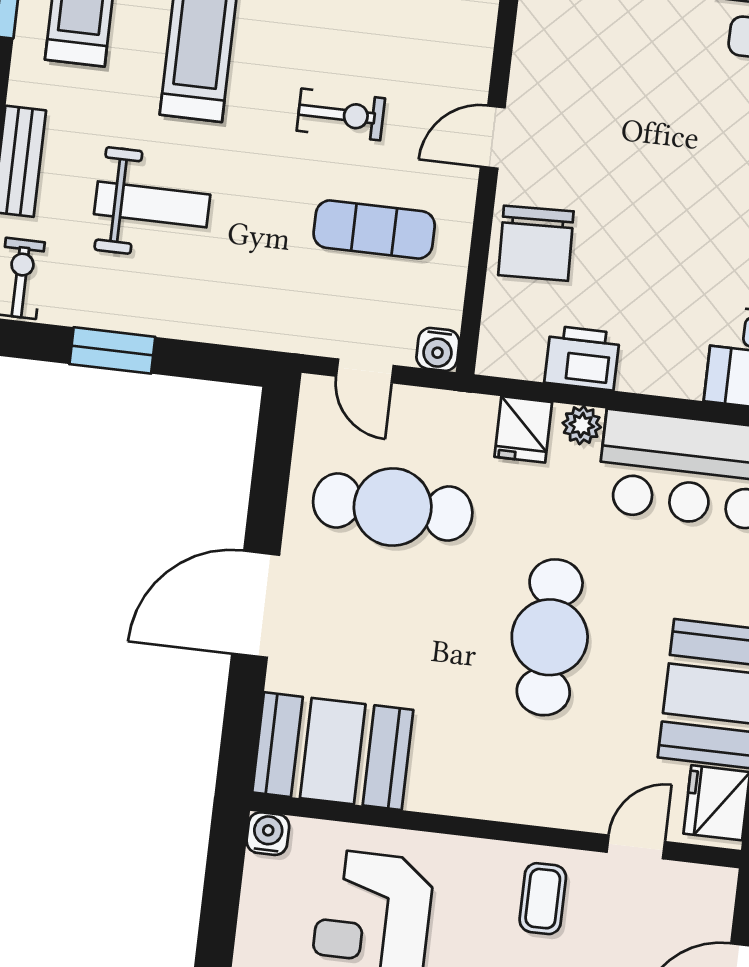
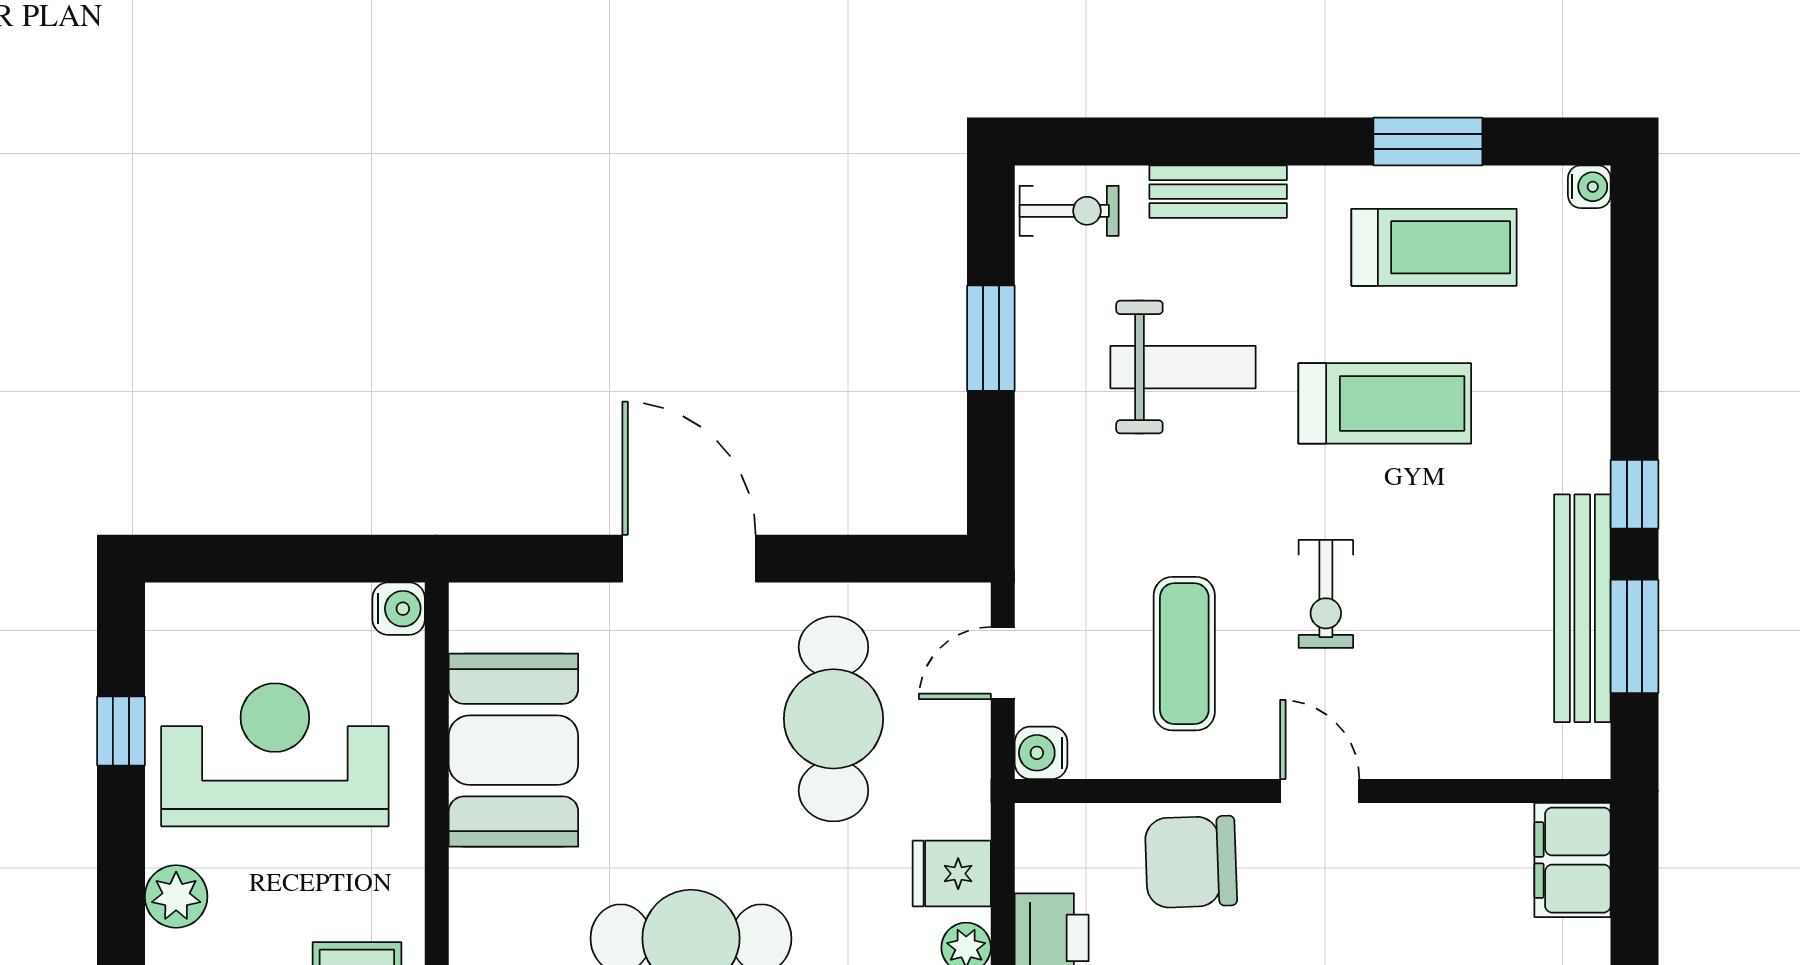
weight bench: (152, 204) -> (1183, 367), turned -90
booth: (333, 751) -> (513, 750), moved

